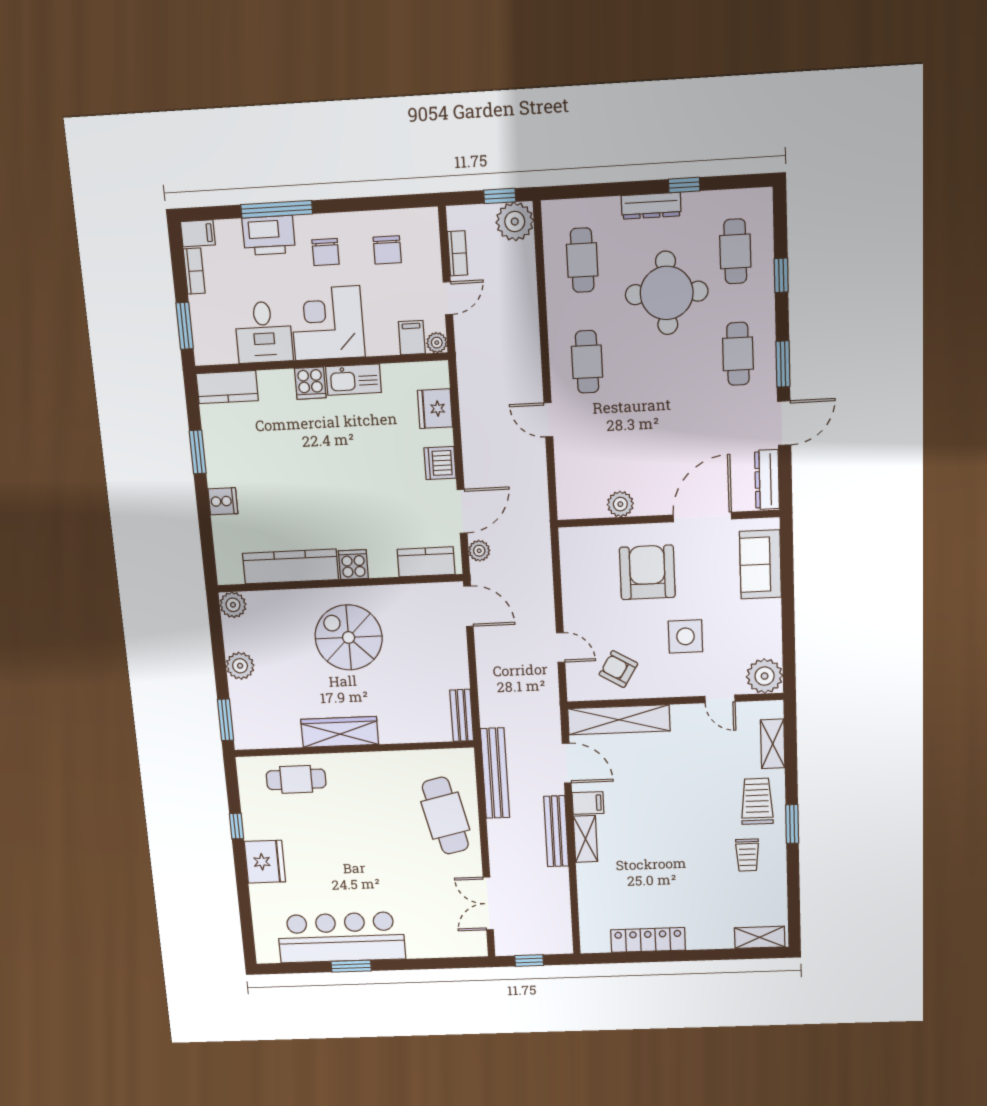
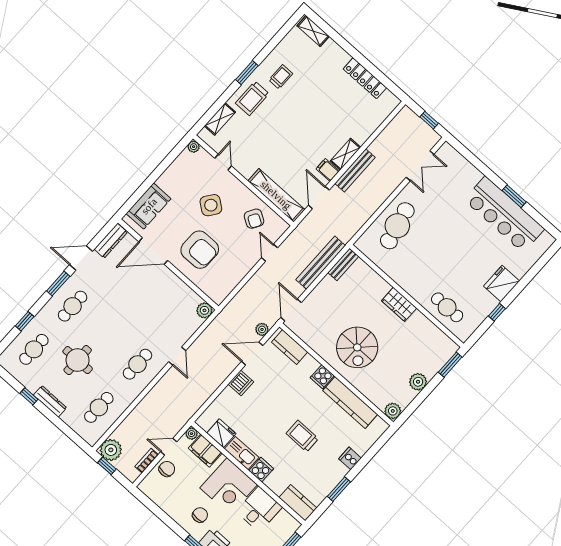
chair: (387, 250) -> (167, 469), moved
round table: (667, 293) -> (78, 360), width x0.73, depth x0.73
filing cabinet: (412, 338) -> (205, 451), width x2.00
fridge: (435, 409) -> (221, 433), moved, turned -90
trolley: (304, 472) -> (302, 436), added
plant: (620, 504) -> (204, 310), moved
armchair: (647, 572) -> (200, 250), turned -90
side table: (685, 636) -> (211, 205), turned 37
plant: (765, 676) -> (194, 147), width x0.53, depth x0.53
wardrobe: (340, 732) -> (399, 304), width x0.67
bench: (495, 773) -> (321, 263), moved

